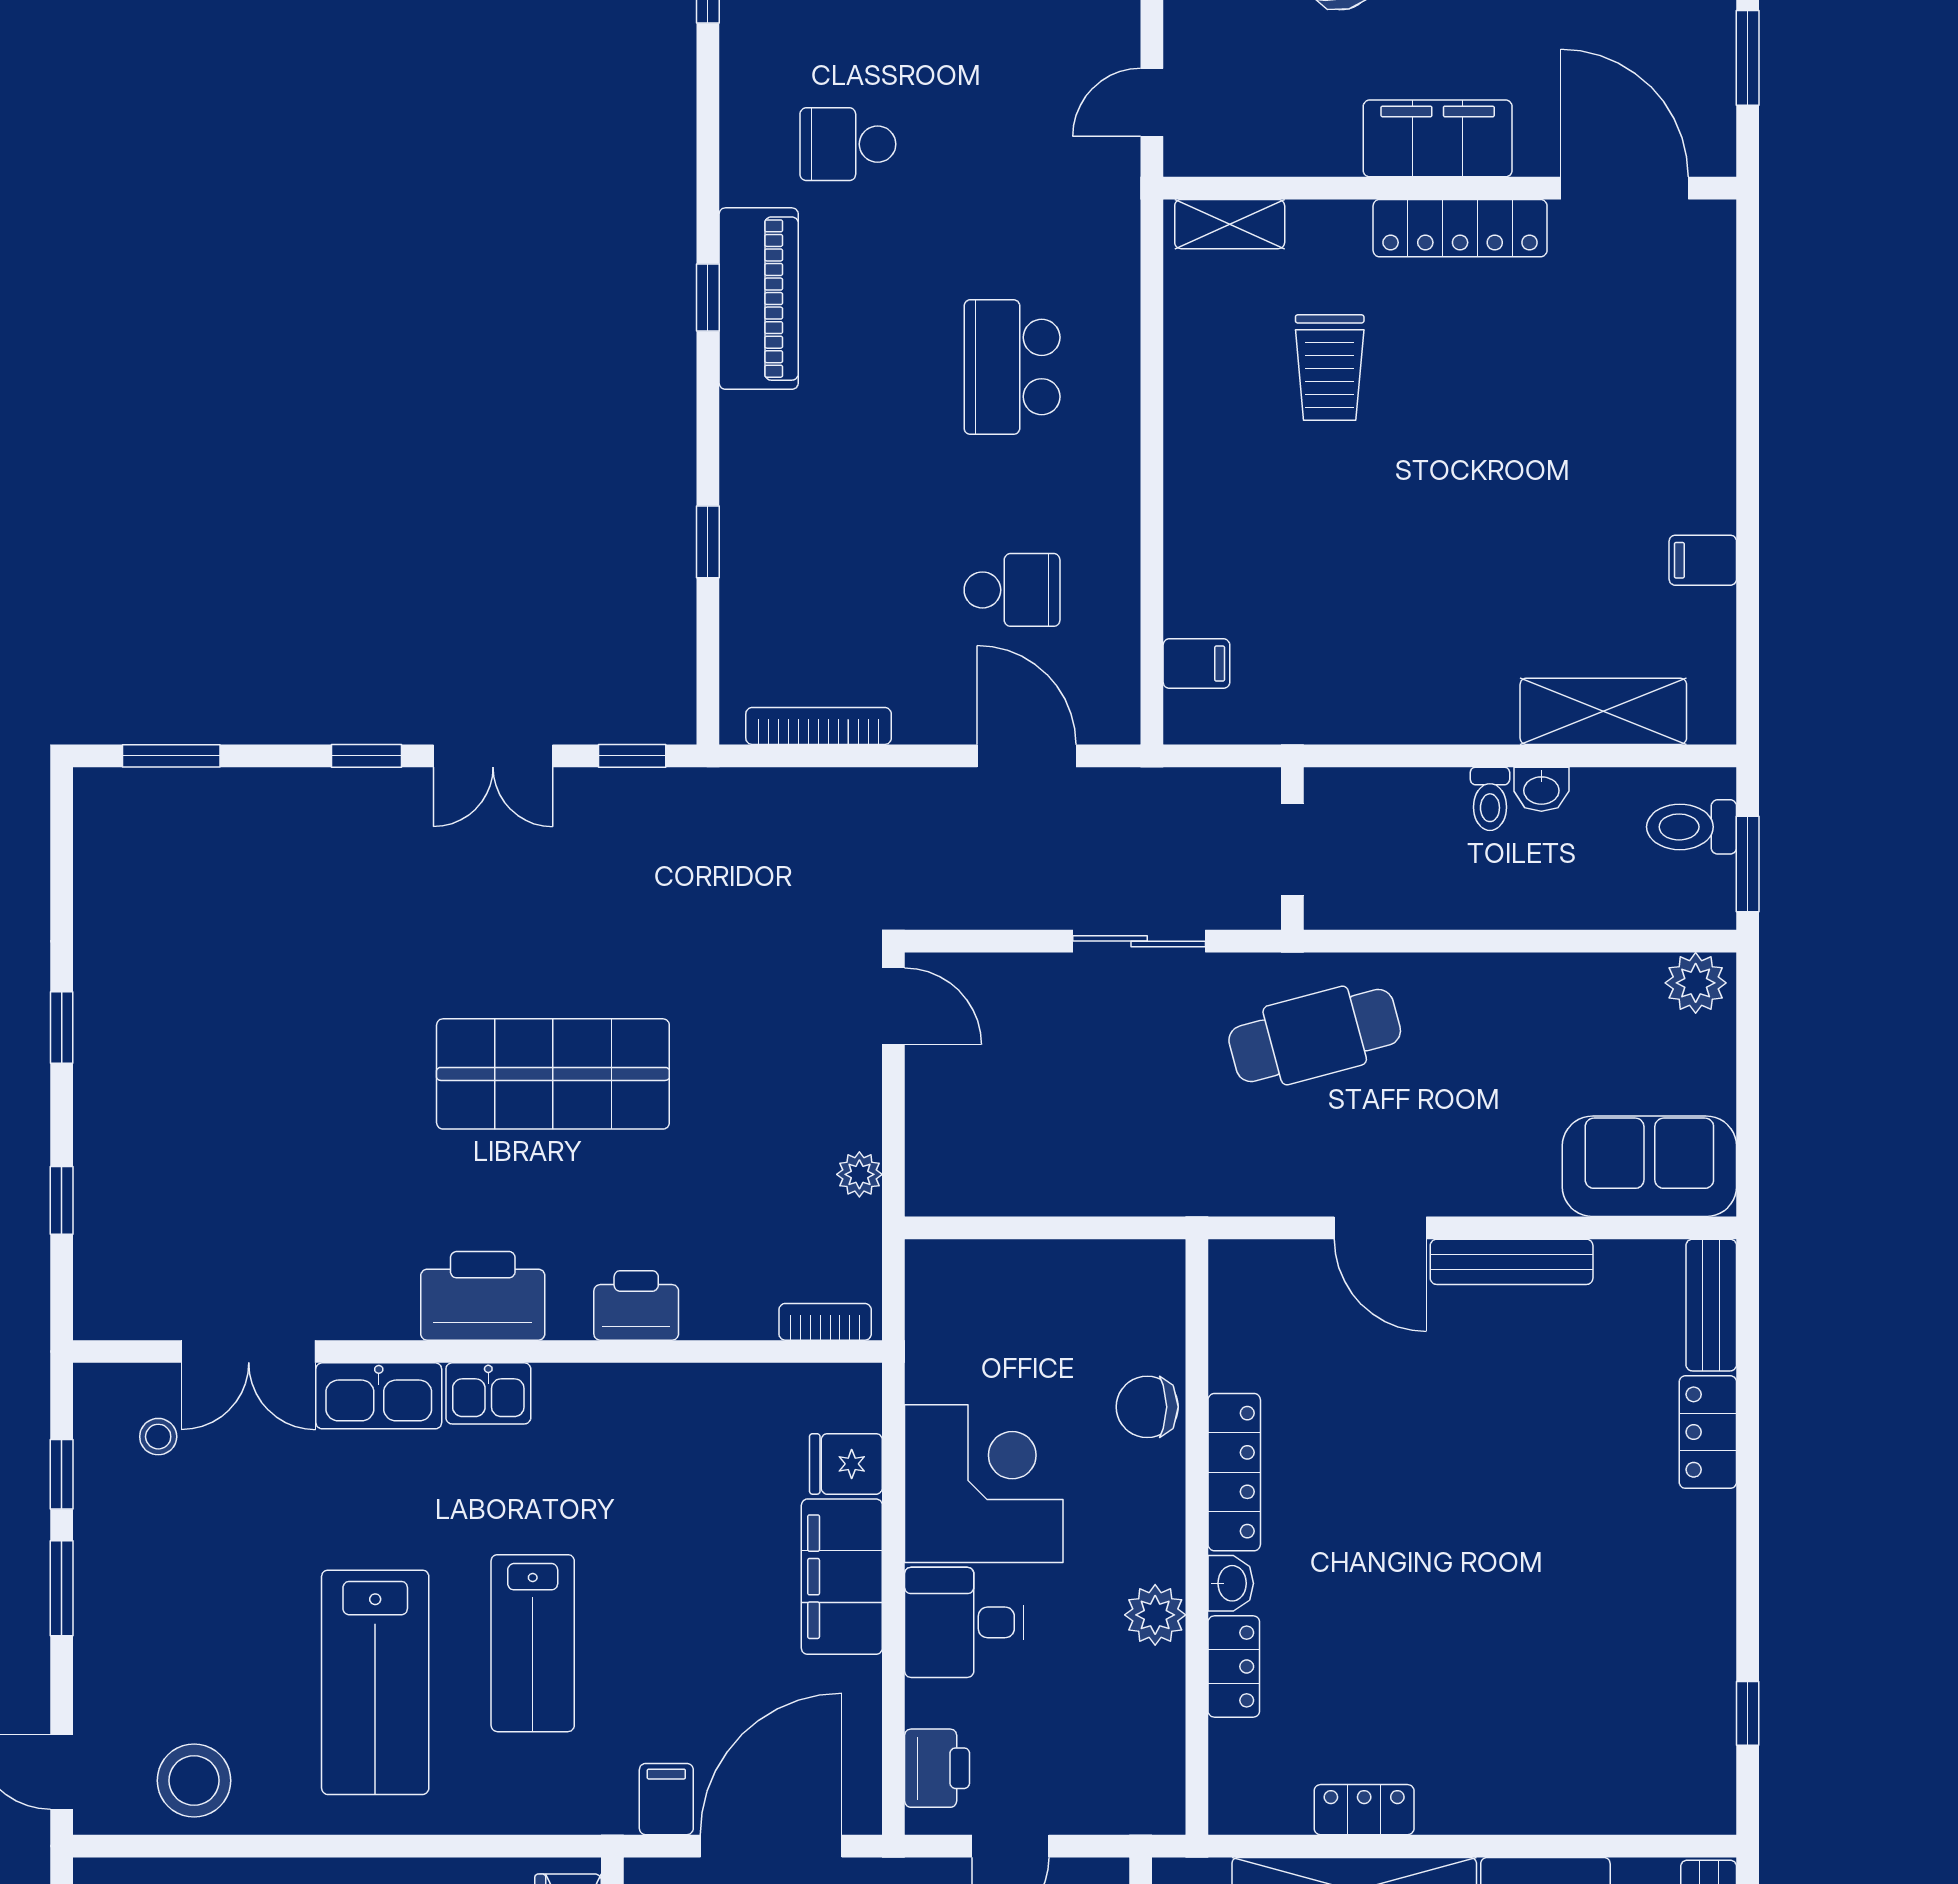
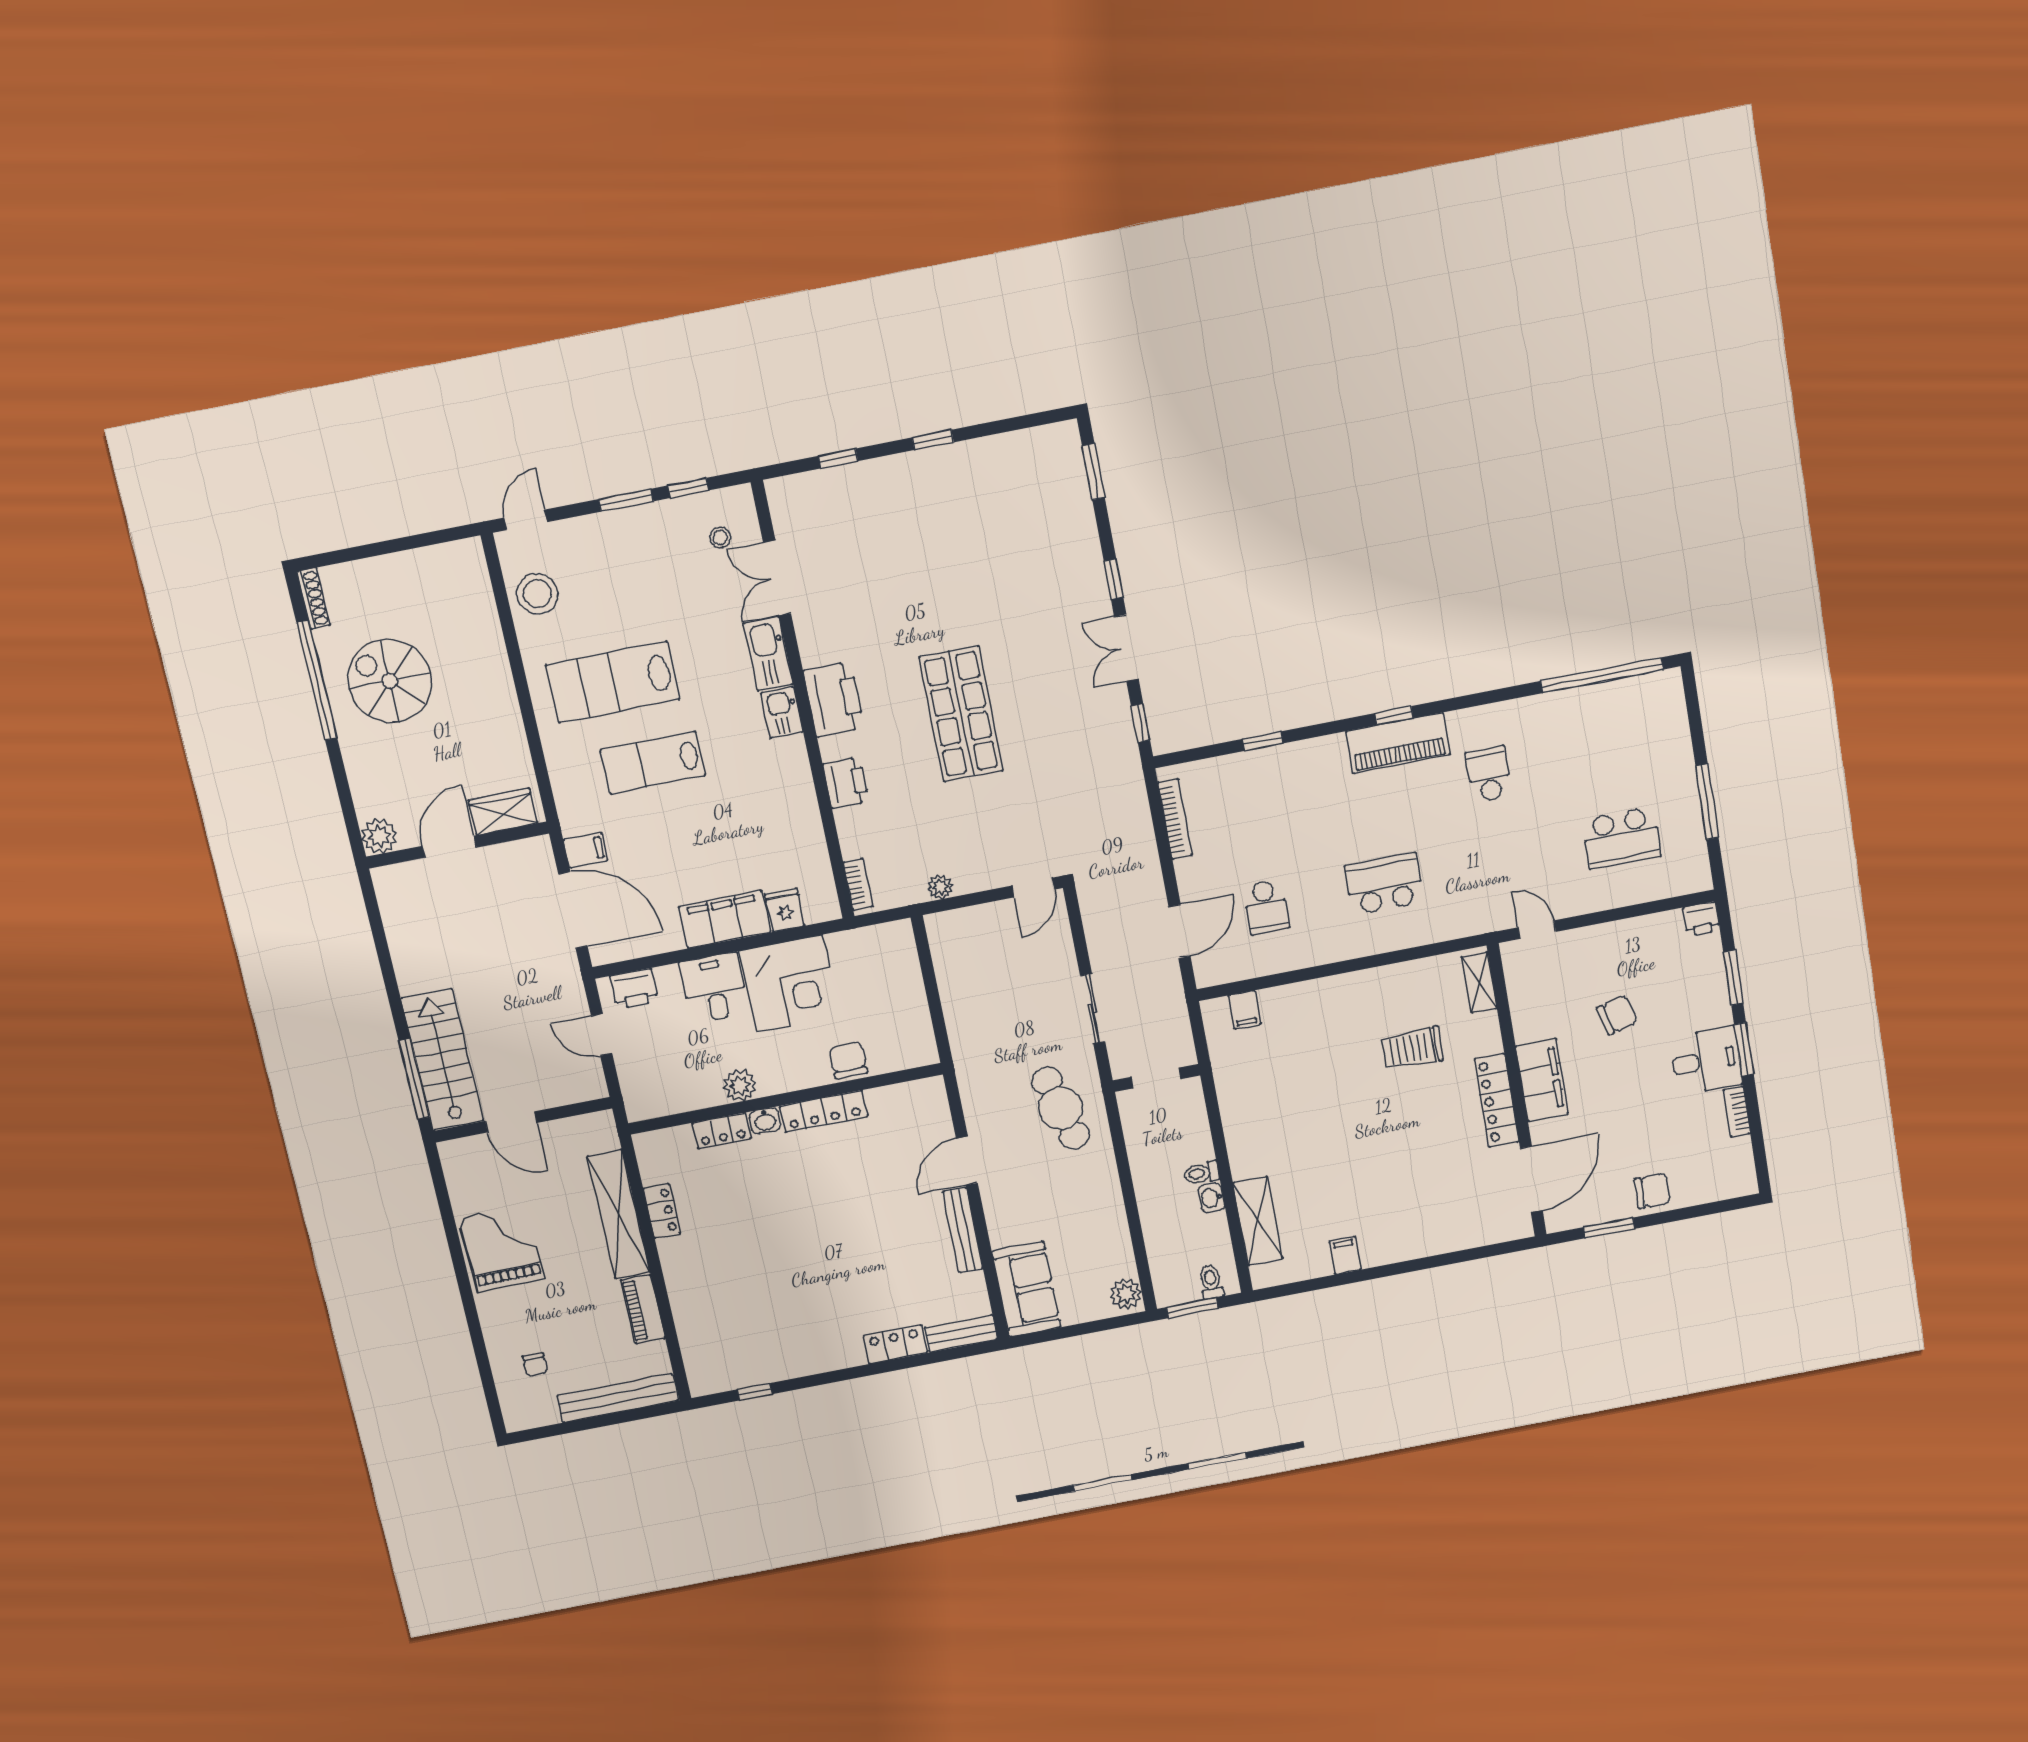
toilet: (1692, 827) -> (1211, 1282), width x0.73, depth x0.72

